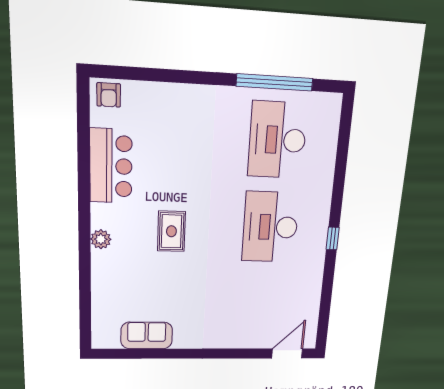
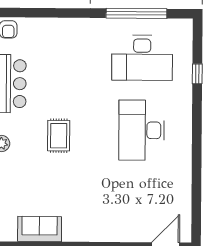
desk: (277, 140) -> (142, 58), turned -90
window: (333, 238) -> (197, 74), moved

